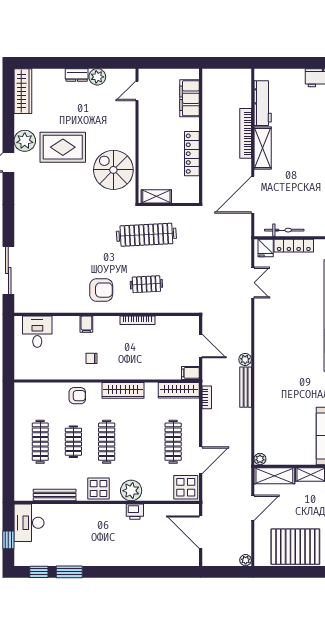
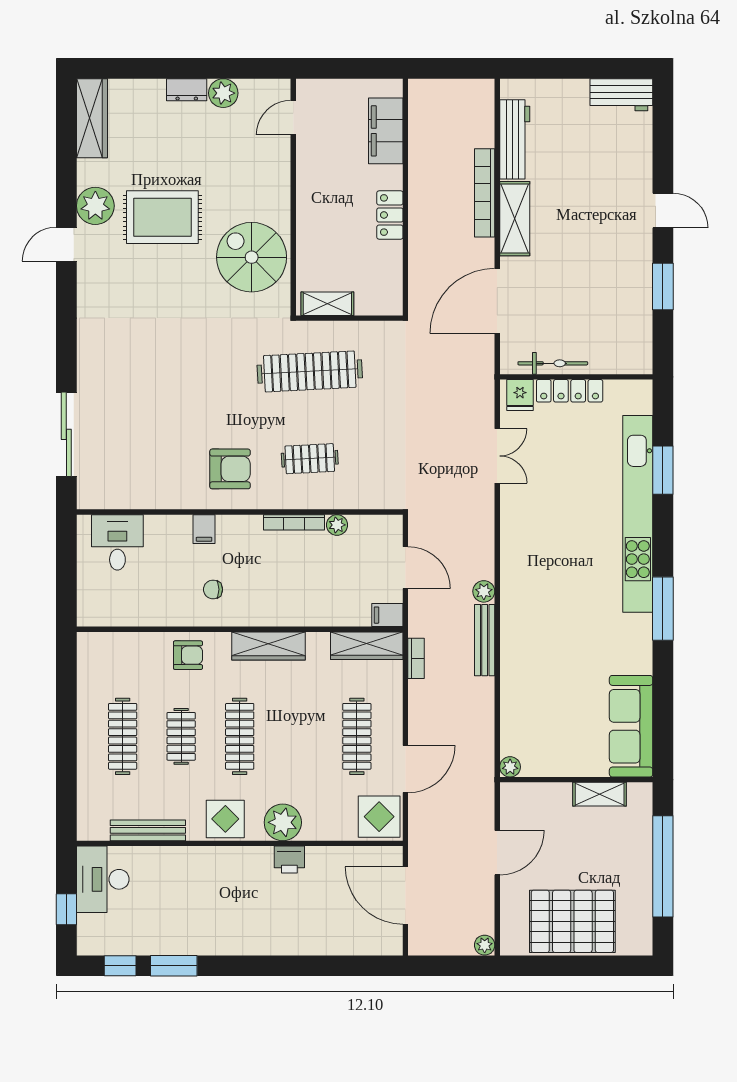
locker: (192, 154) -> (390, 215), width x0.66
plant: (162, 322) -> (337, 525), added
shelving: (274, 476) -> (535, 796), removed

